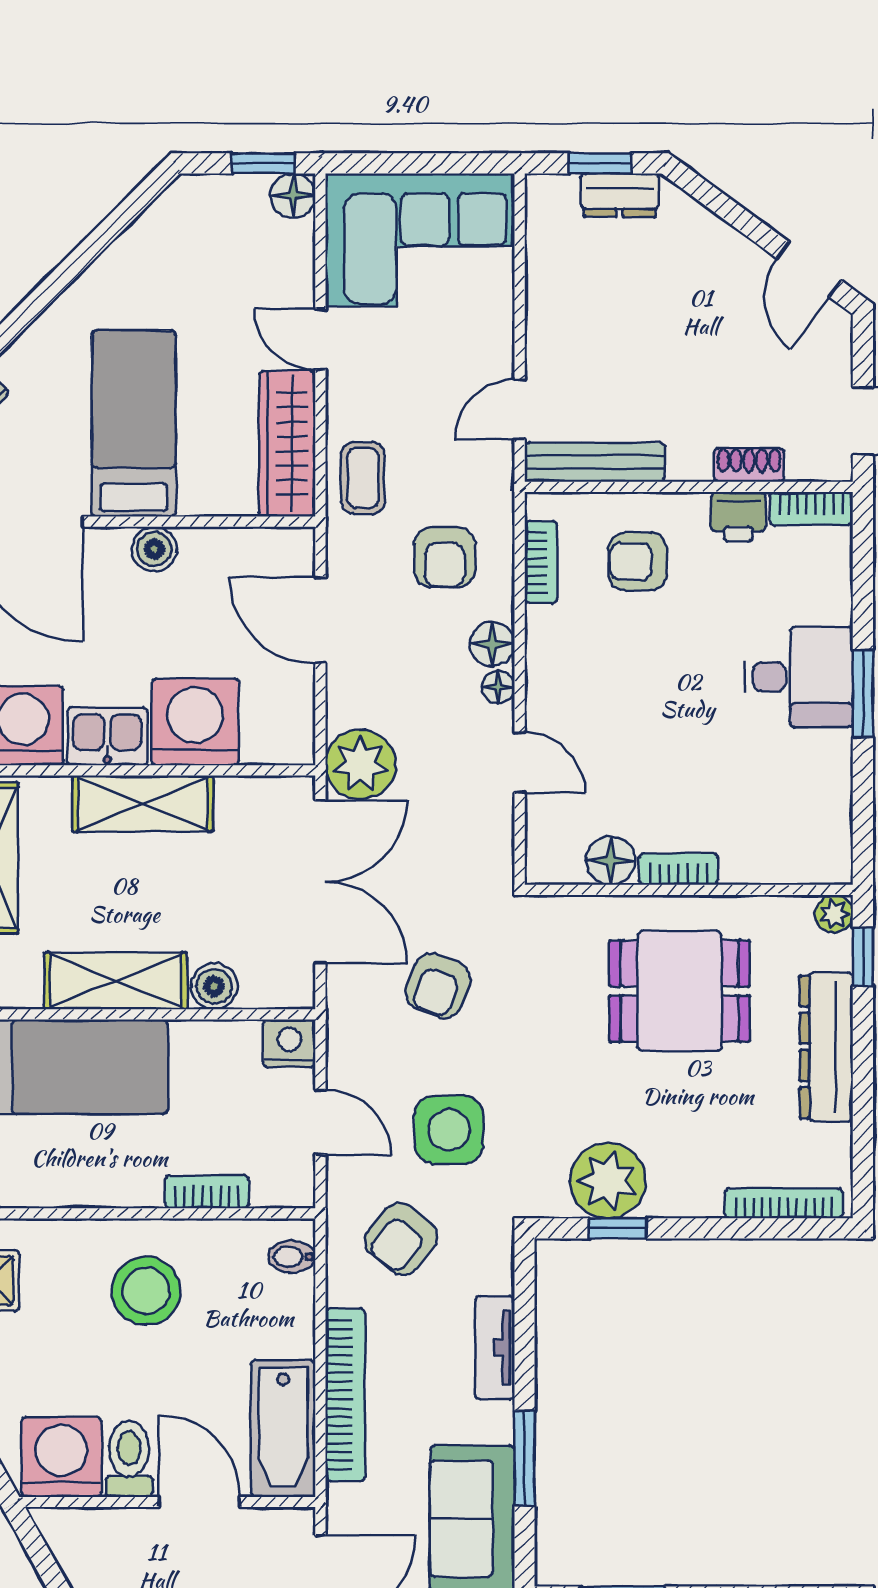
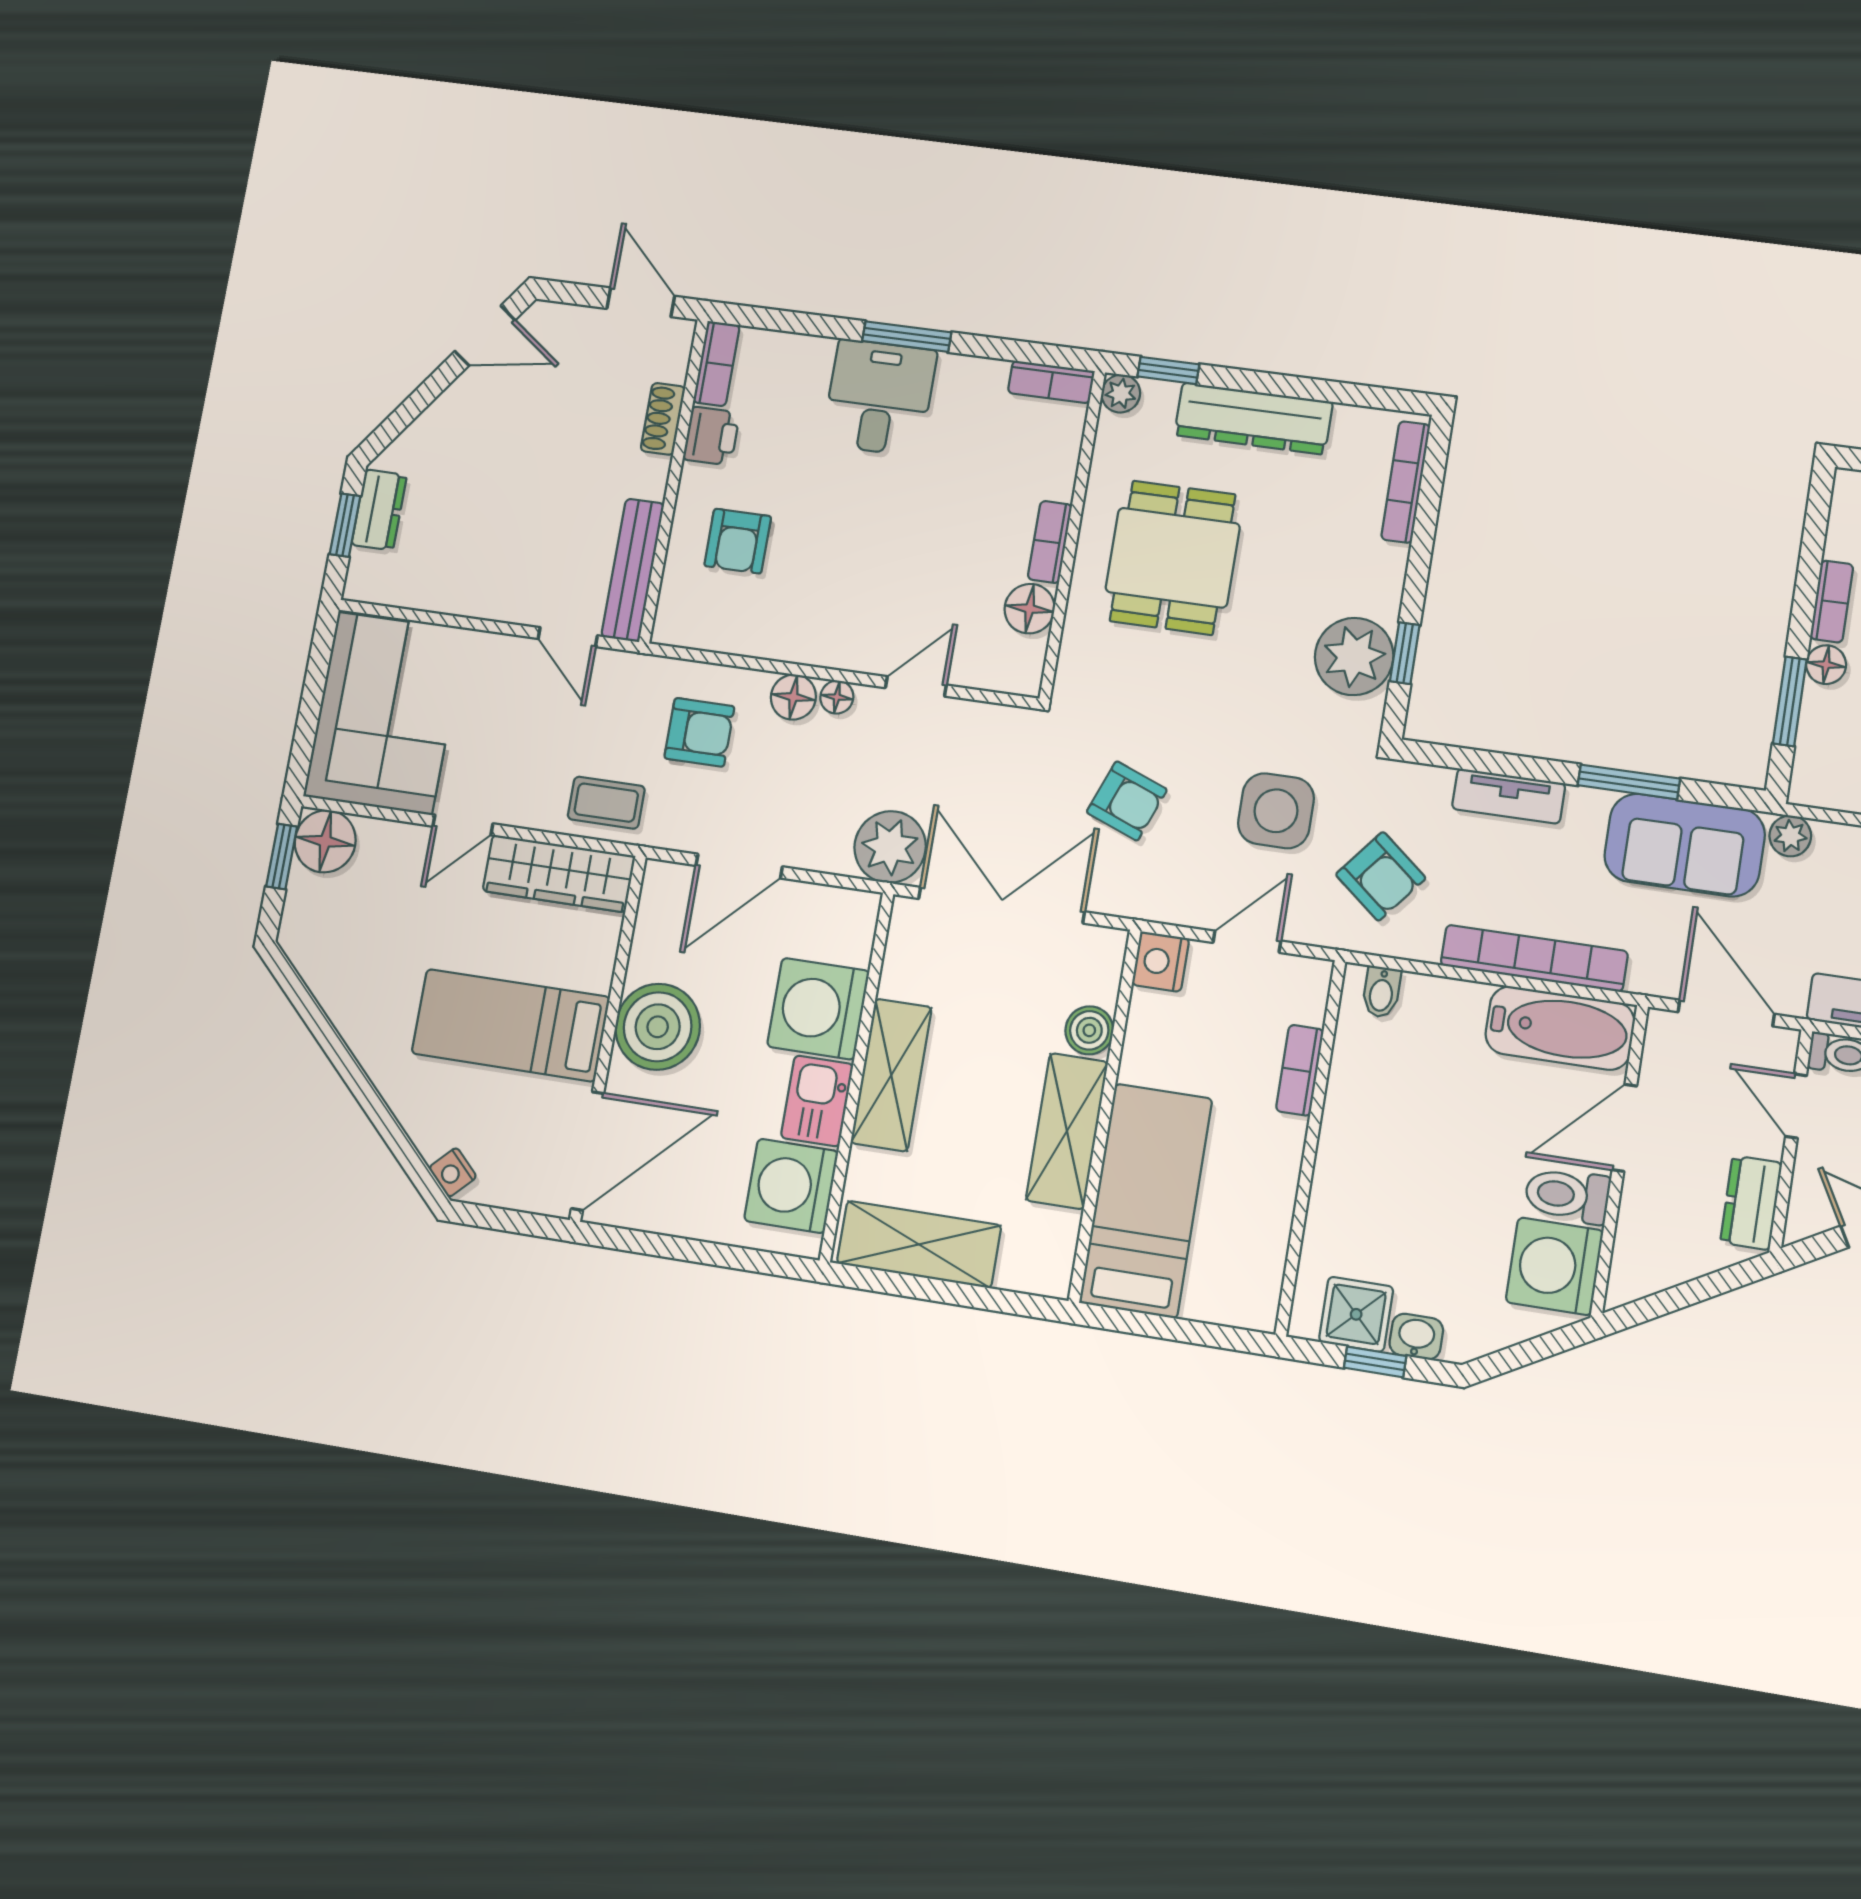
floor lamp: (293, 196) -> (325, 841), width x1.38, depth x1.38
boiler: (154, 549) -> (658, 1027), width x1.86, depth x1.86
bookcase: (541, 562) -> (1051, 382), moved, turned 180
stool: (146, 1291) -> (1393, 1150), removed

